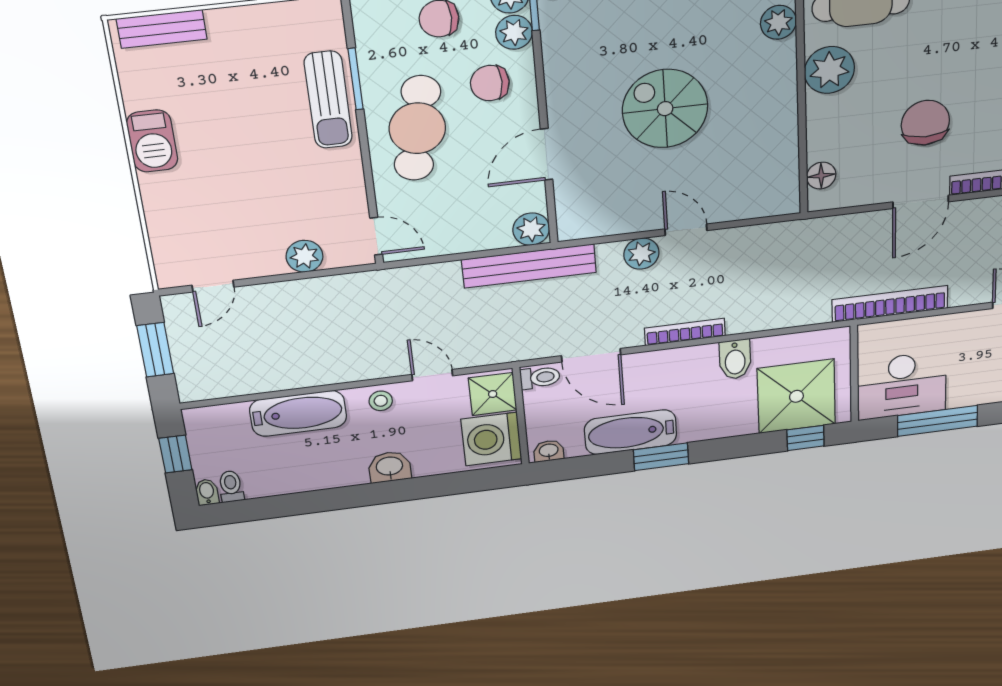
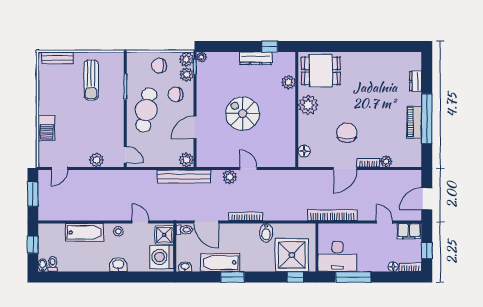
sun lounger: (328, 100) -> (91, 80), moved
barbecue: (152, 141) -> (46, 128), moved

